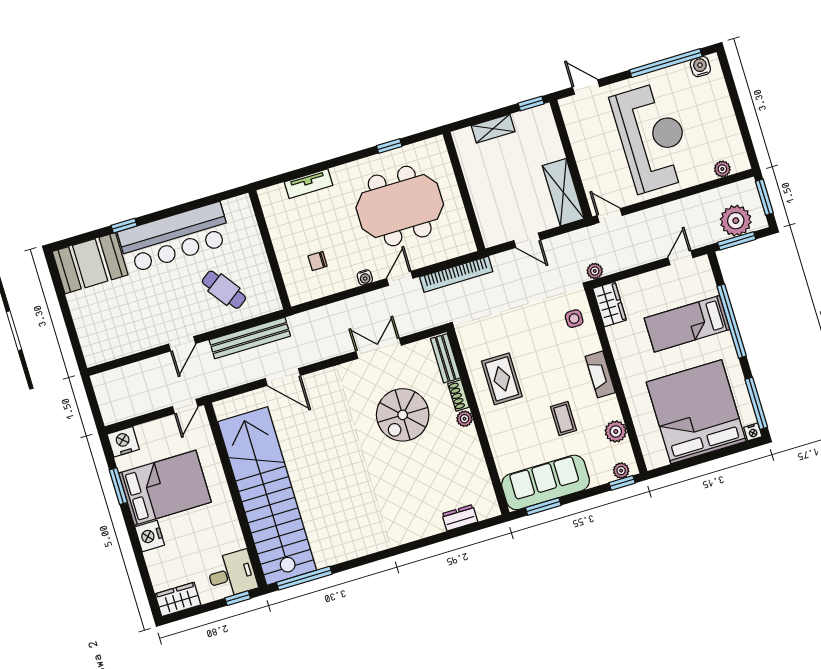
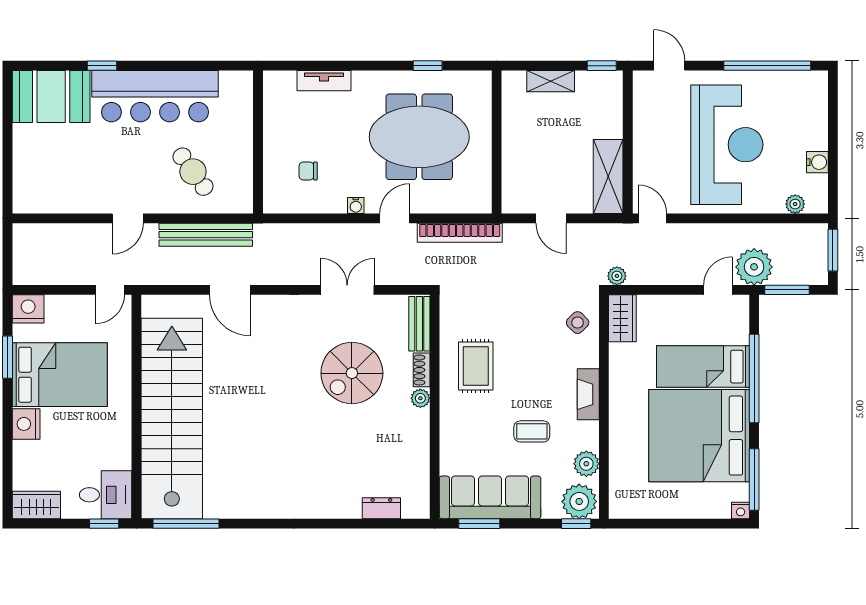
water cooler: (700, 67) -> (817, 162), moved, turned 90
plant: (736, 221) -> (754, 267), moved
side table: (574, 319) -> (578, 323), turned 45
bed: (696, 412) -> (699, 436), moved, turned -90
coffee table: (563, 418) -> (532, 431), turned 90
plant: (621, 471) -> (579, 501), width x1.87, depth x1.87

